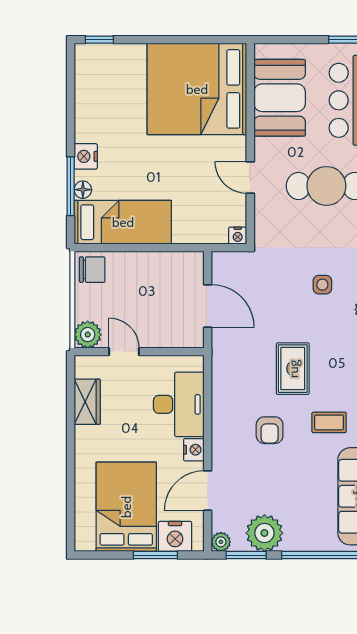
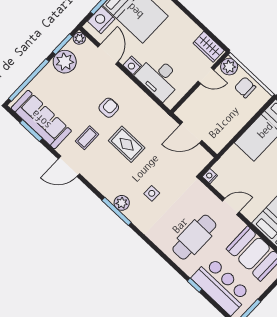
chair: (92, 270) -> (245, 87), moved, turned 90
wardrobe: (87, 402) -> (209, 47), moved
armchair: (270, 430) -> (109, 108), turned 90

